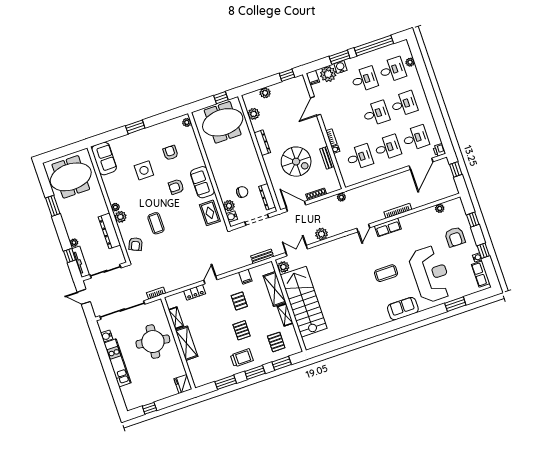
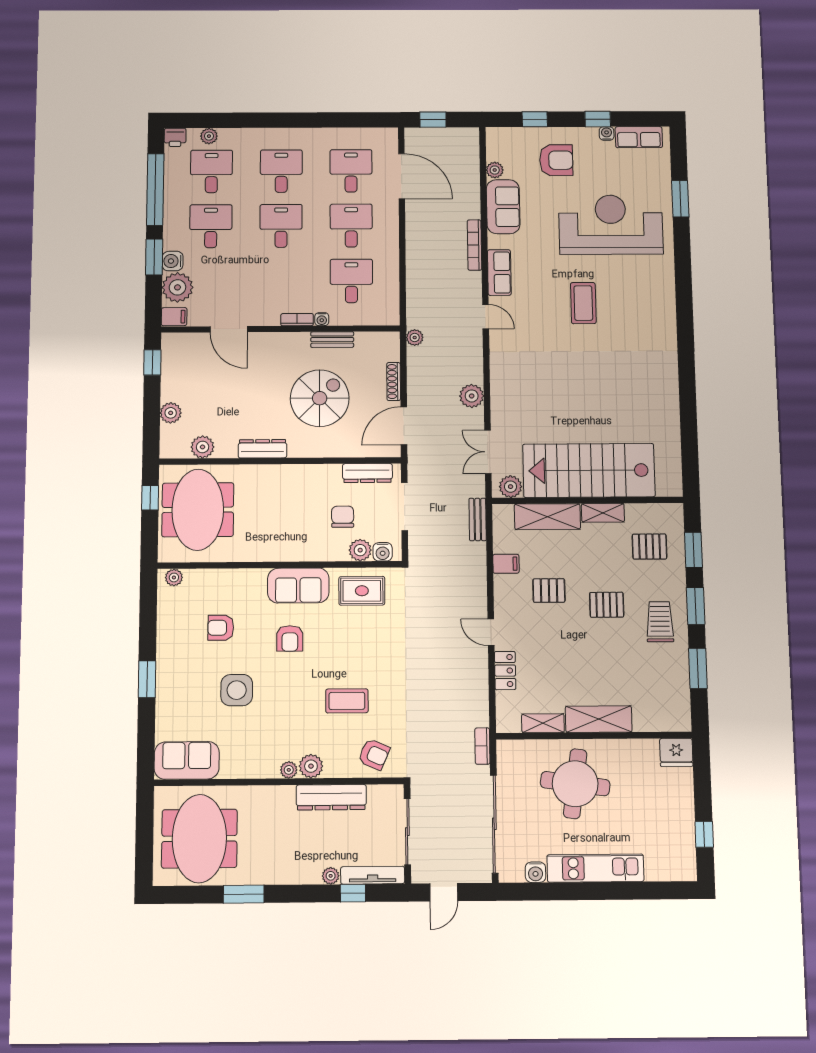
printer: (439, 150) -> (175, 137), moved
sofa: (403, 309) -> (503, 207), moved, turned 180

